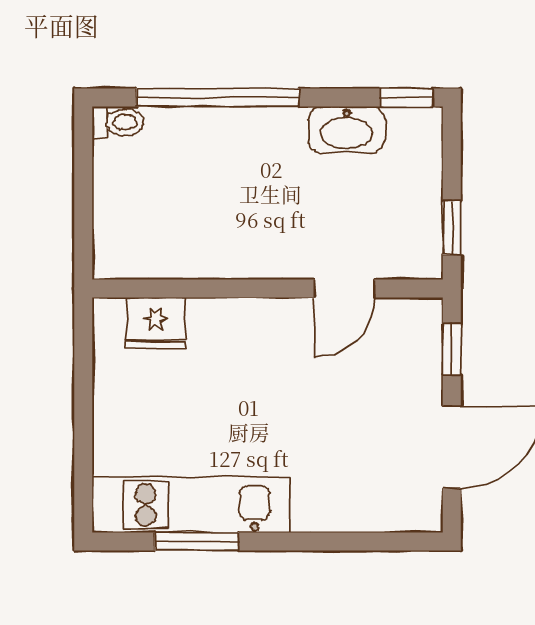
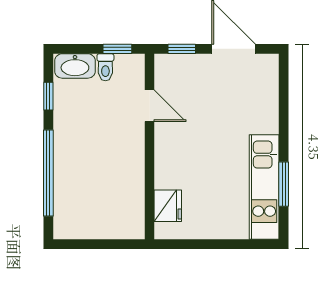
window: (406, 98) -> (48, 96), moved
toilet: (118, 122) -> (105, 67), moved, turned 180
washbasin: (347, 130) -> (75, 66), moved, turned 90

